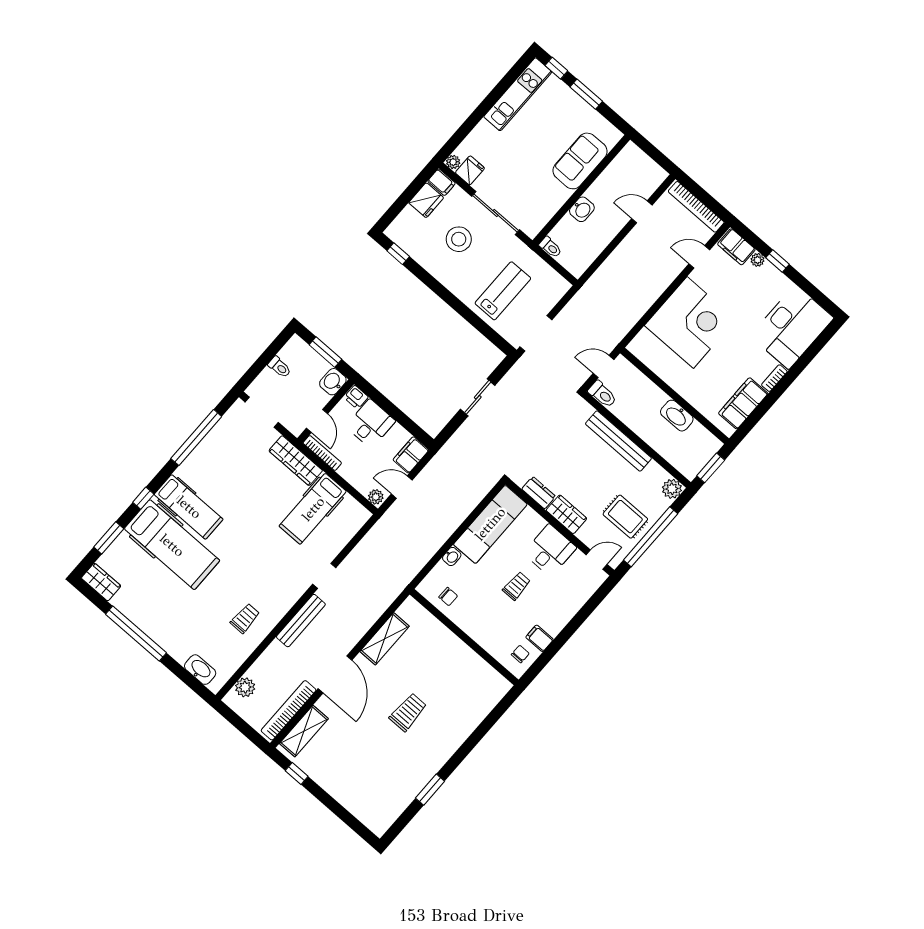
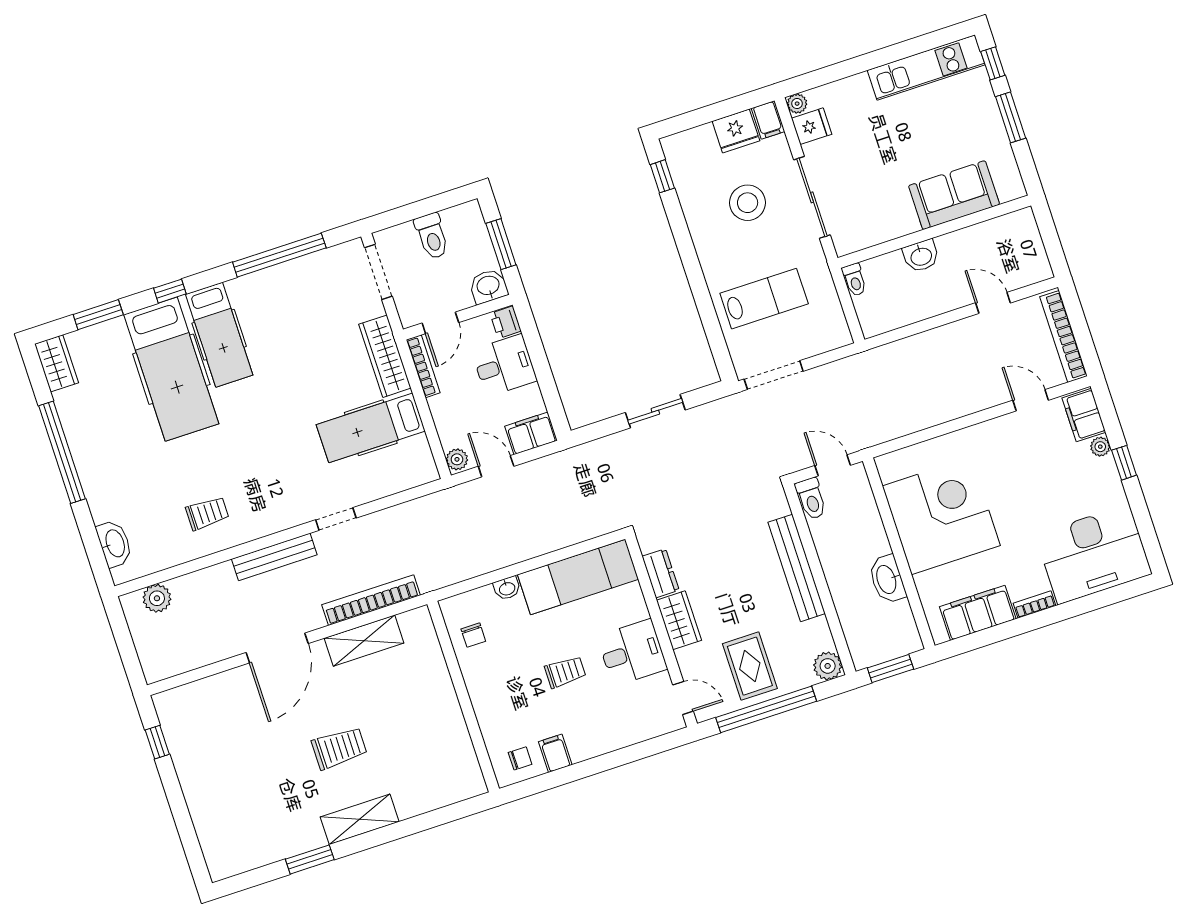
corner desk: (690, 322) -> (941, 516), moved, turned -90
toilet: (280, 367) -> (432, 236), width x1.37, depth x1.39
bookcase: (289, 710) -> (371, 600), moved
shelving: (304, 731) -> (360, 819), moved

